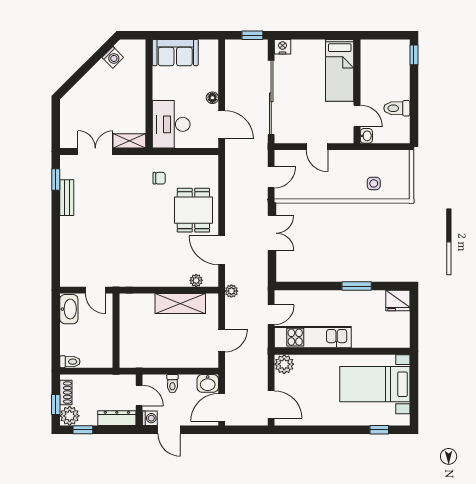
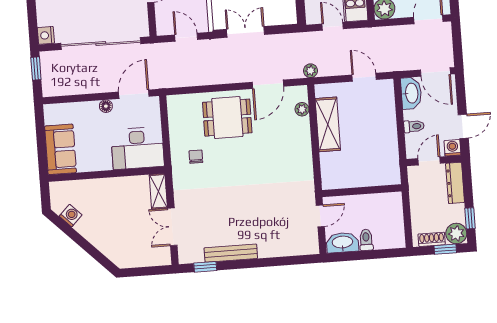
bench: (67, 198) -> (231, 253), width x1.36
toilet: (70, 362) -> (366, 240), moved
washbasin: (208, 383) -> (411, 93), width x1.38

